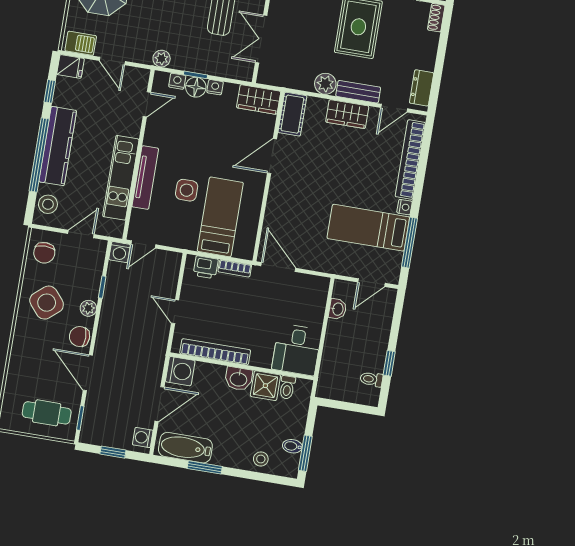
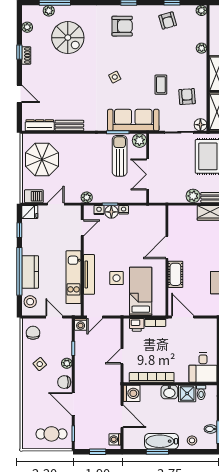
door: (112, 61) -> (56, 204), swing flipped
wardrobe: (259, 100) -> (152, 213), removed
cot: (292, 114) -> (175, 274), moved
kitchen counter: (58, 146) -> (30, 272), width x0.67
door: (81, 234) -> (54, 317), hinge flipped
chair: (44, 253) -> (33, 333), turned 180
side table: (47, 303) -> (40, 364), width x0.54, depth x0.54
door: (175, 312) -> (122, 356), hinge flipped
door: (160, 404) -> (122, 416), hinge flipped
bathtub: (185, 448) -> (162, 441), moved

